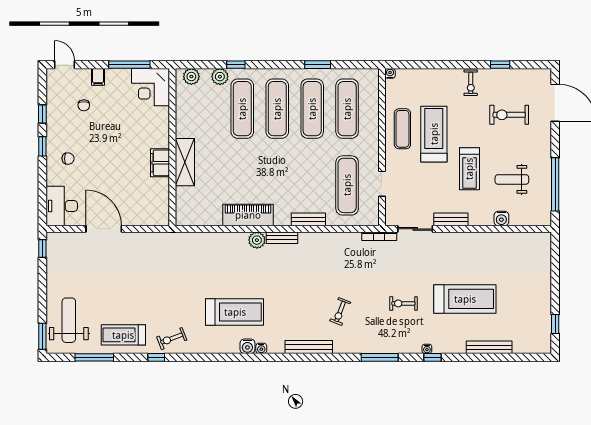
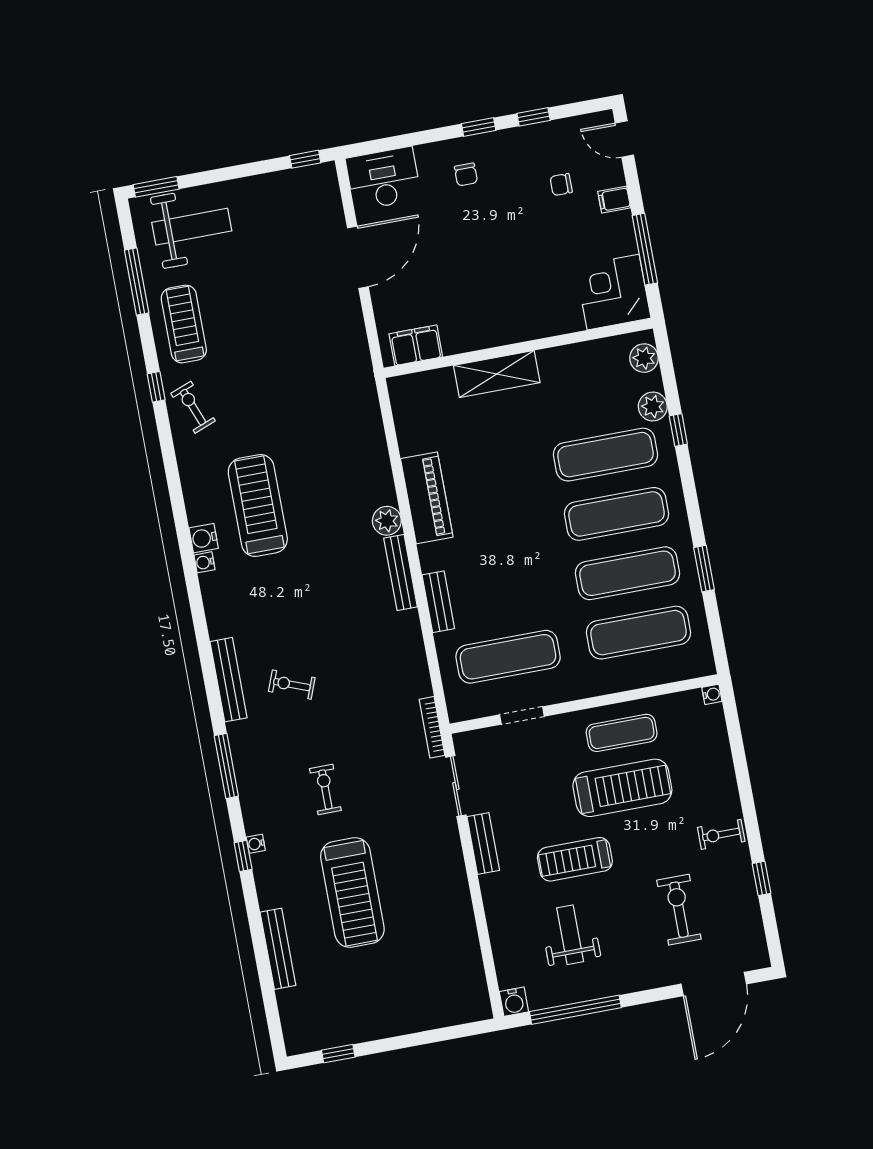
door: (65, 65) -> (624, 139), swing flipped
filing cabinet: (160, 163) -> (416, 345), moved
water cooler: (501, 218) -> (514, 1002), moved, turned -90
bench: (282, 238) -> (401, 572), width x1.36
treadmill: (235, 312) -> (258, 505), turned 180
bench: (309, 347) -> (229, 680), moved

